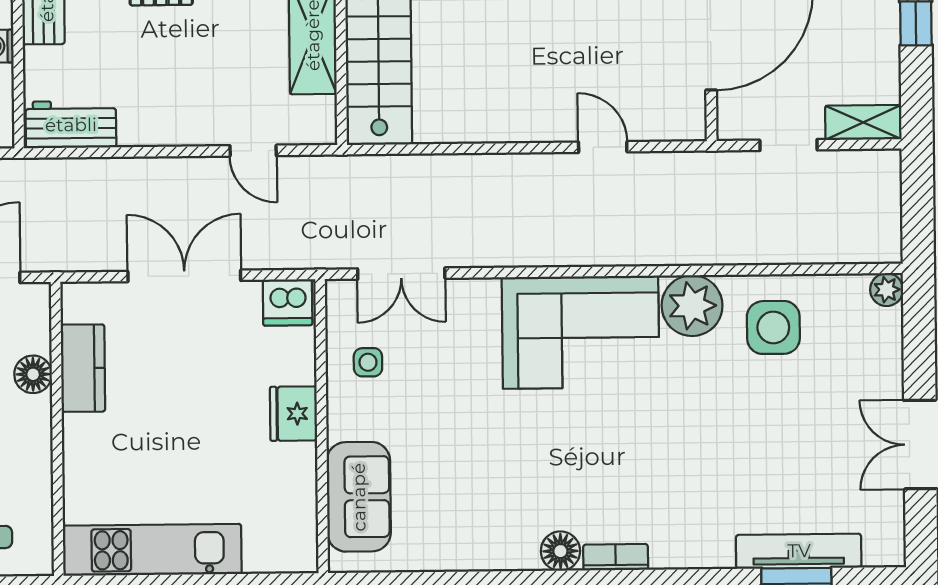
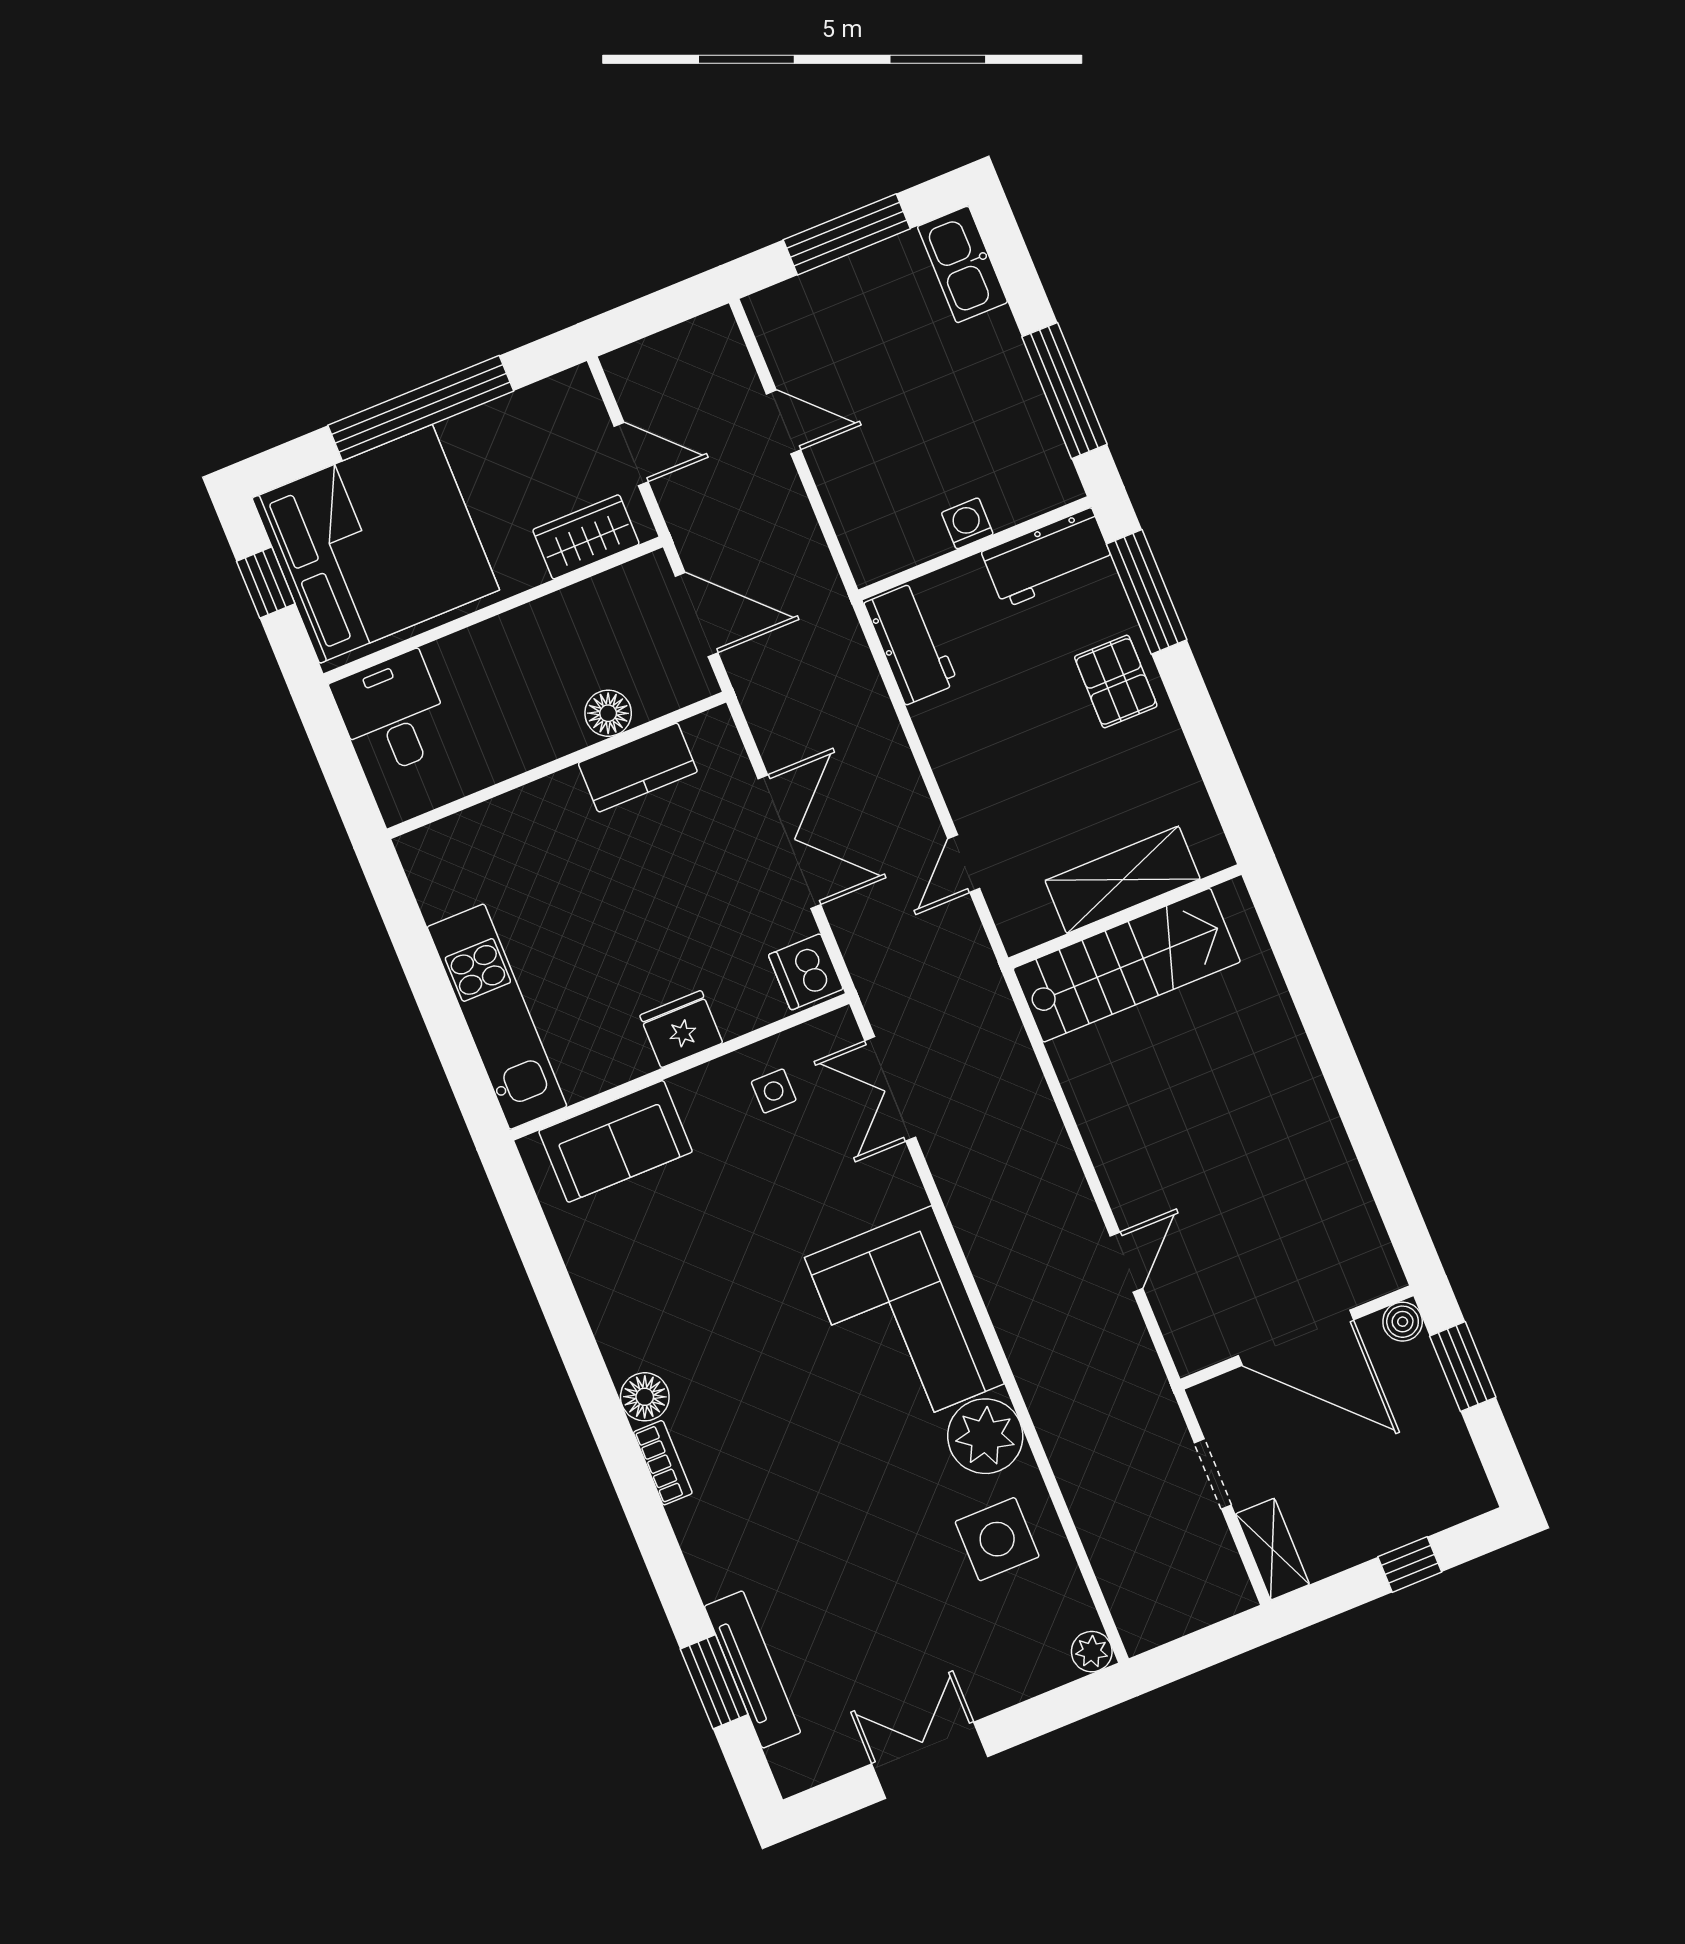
kitchen unit: (152, 550) -> (497, 1017), moved

